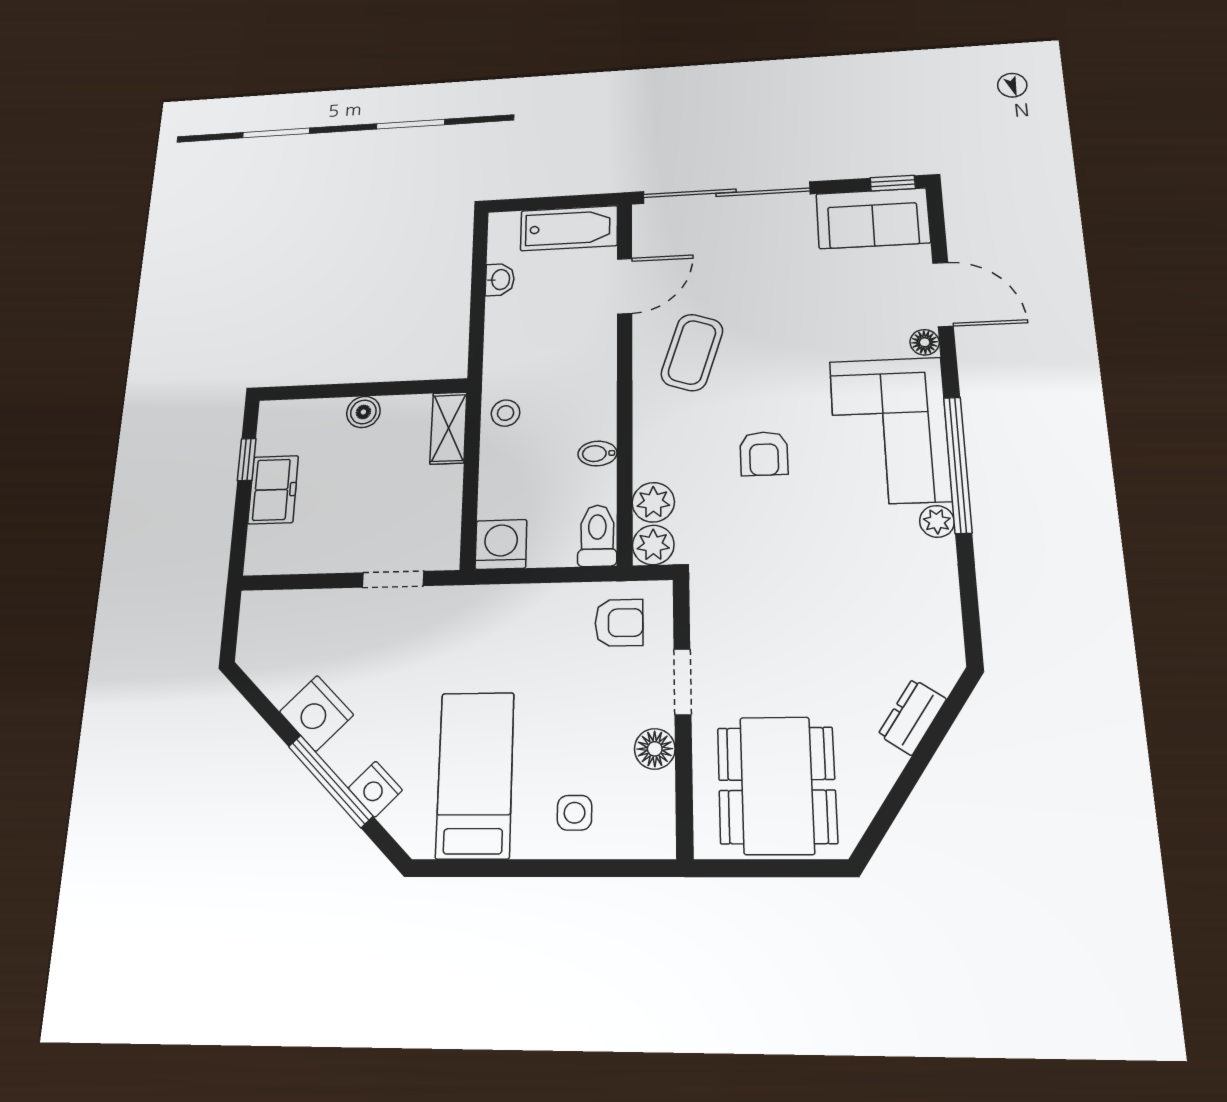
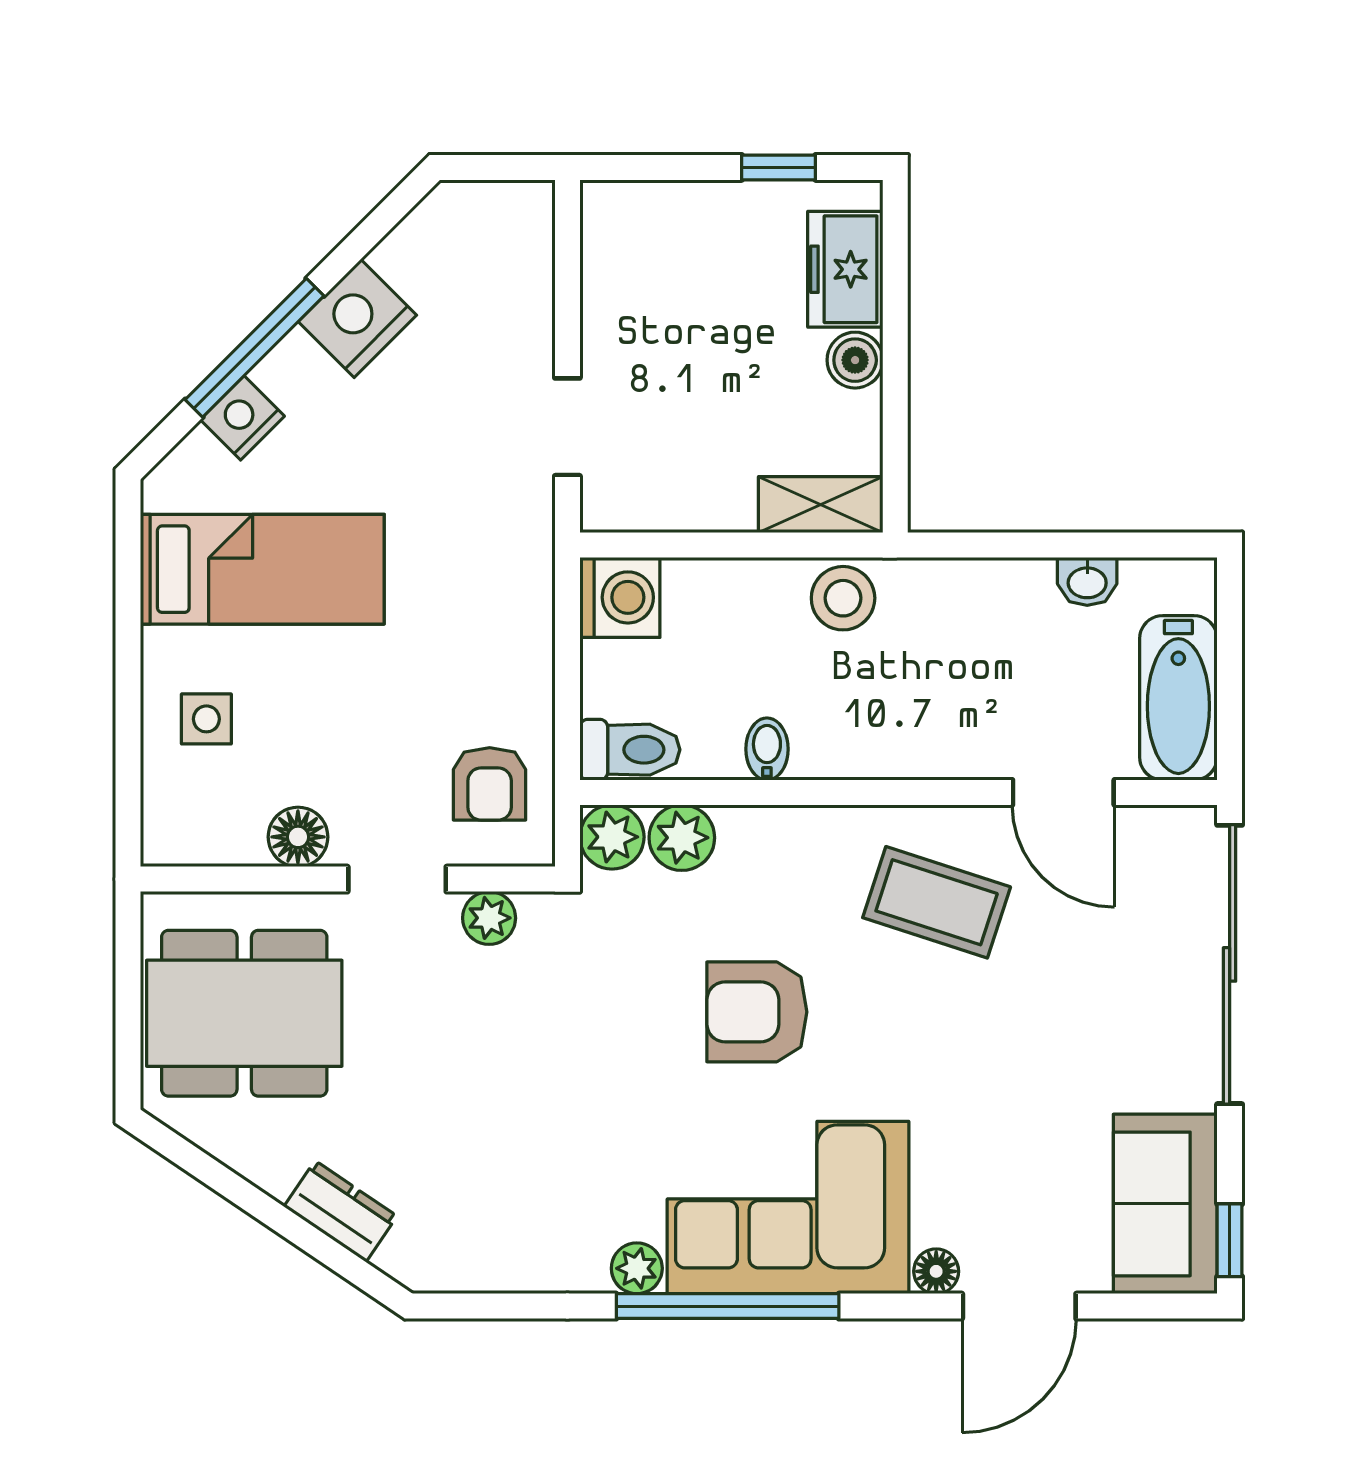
stool: (506, 413) -> (843, 598), width x1.37, depth x1.37
armchair: (764, 454) -> (757, 1012), width x1.38, depth x1.38
freezer: (273, 490) -> (845, 269), moved, turned 90
plant: (707, 621) -> (489, 918), added

